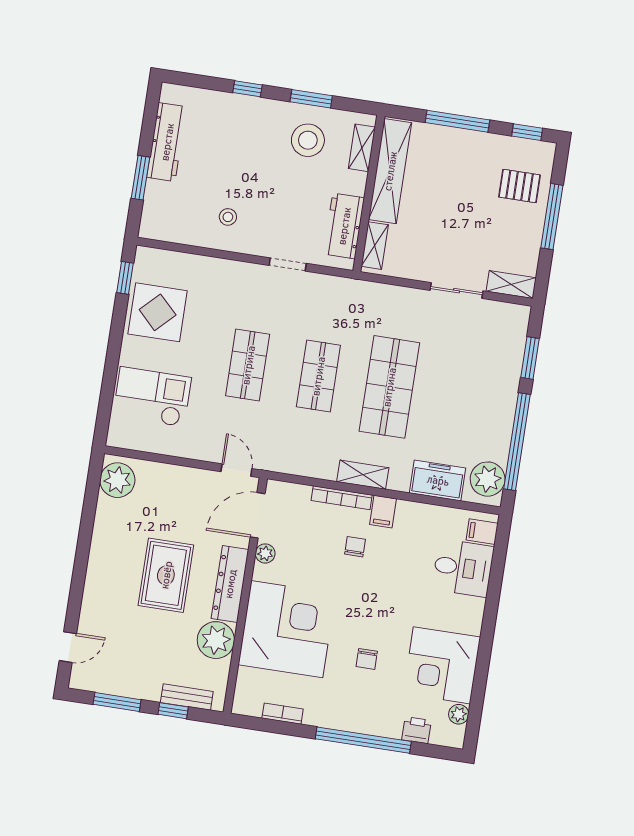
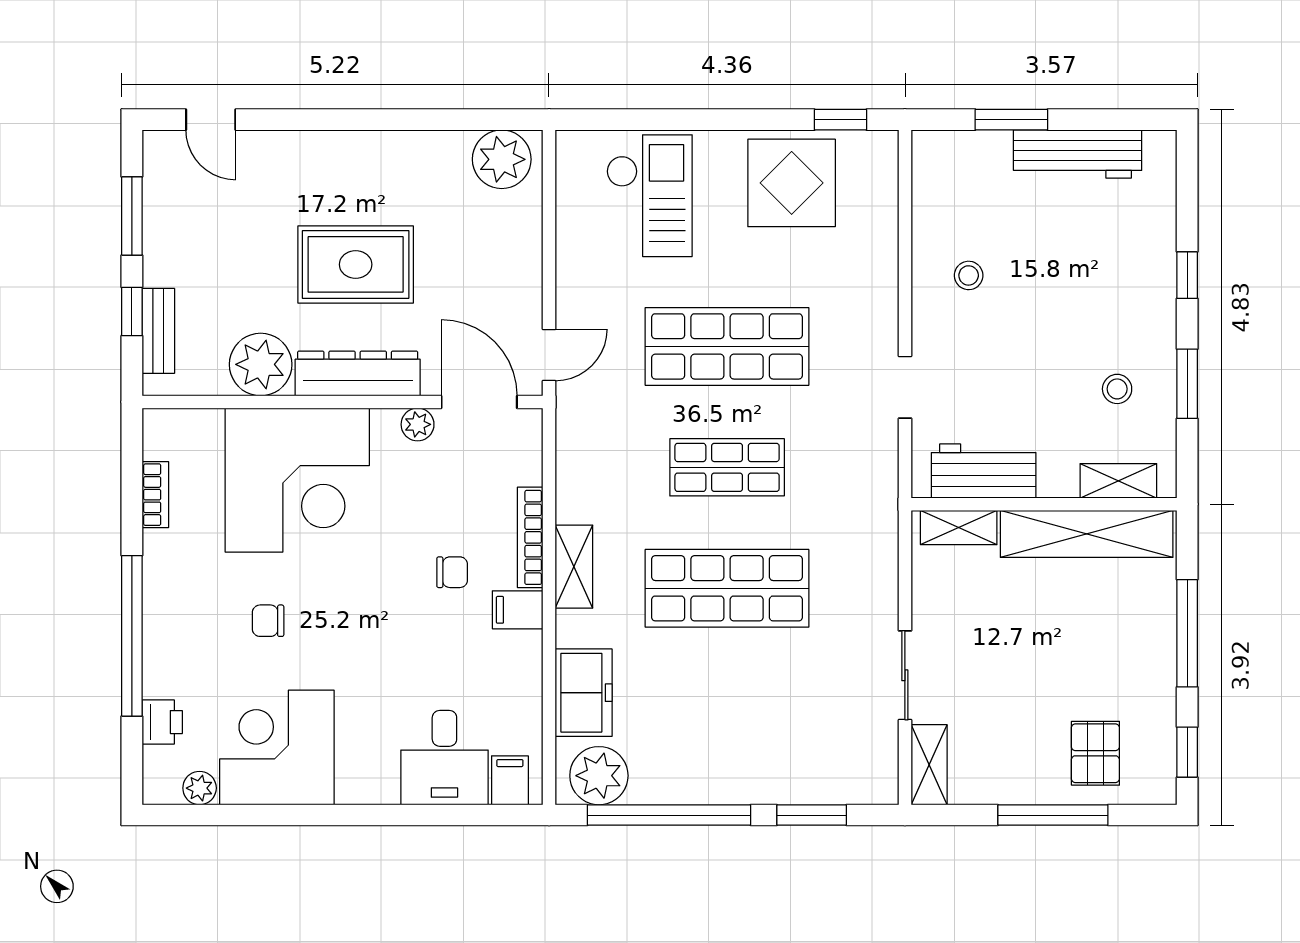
stool: (308, 140) -> (1117, 389), width x0.53, depth x0.53
shop shelf: (248, 365) -> (727, 346), width x1.43, depth x1.36

